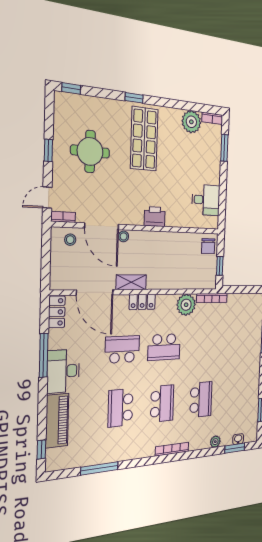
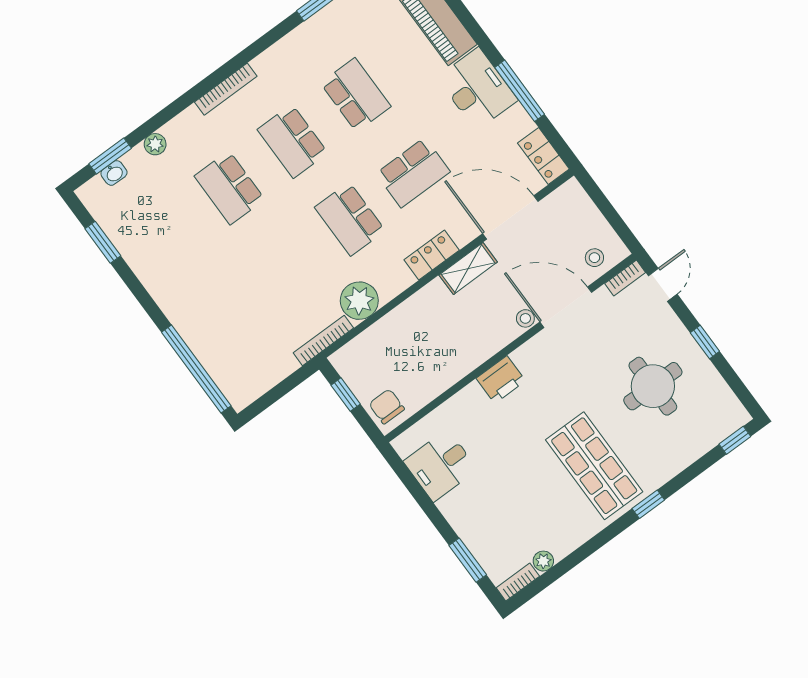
plant: (191, 122) -> (543, 561), width x0.53, depth x0.53
school desk: (164, 347) -> (350, 219), turned -90

